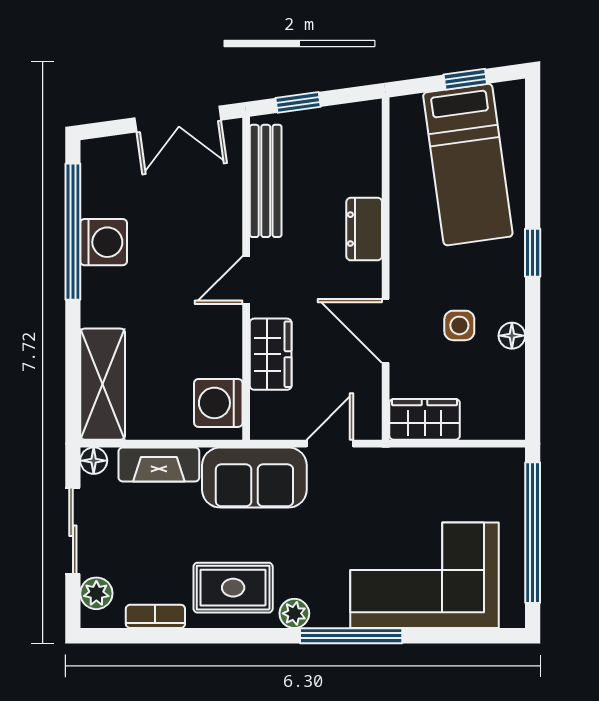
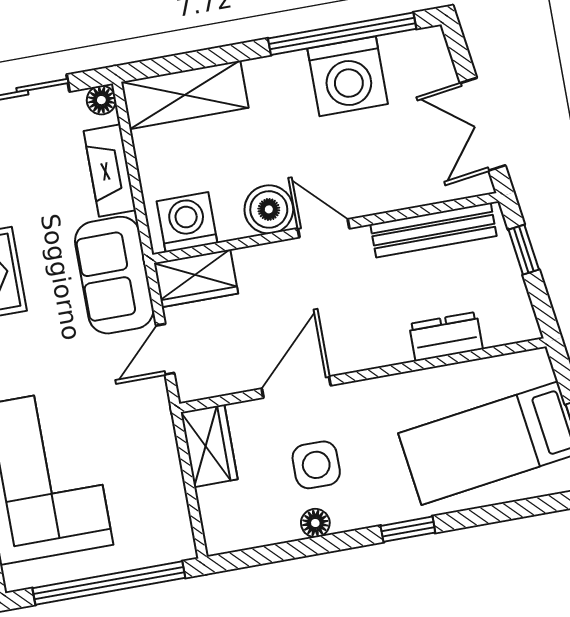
dresser: (364, 229) -> (446, 337), moved
washing machine: (104, 242) -> (348, 76), width x1.37, depth x1.37
side table: (459, 325) -> (316, 465), width x1.37, depth x1.37
boiler: (220, 327) -> (269, 209), added
wardrobe: (271, 354) -> (196, 278), moved
door: (330, 444) -> (165, 349), swing flipped

